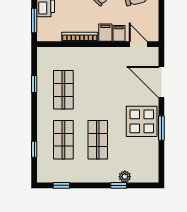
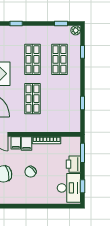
shop shelf: (63, 90) -> (32, 99), moved
plant: (125, 177) -> (76, 30), moved

